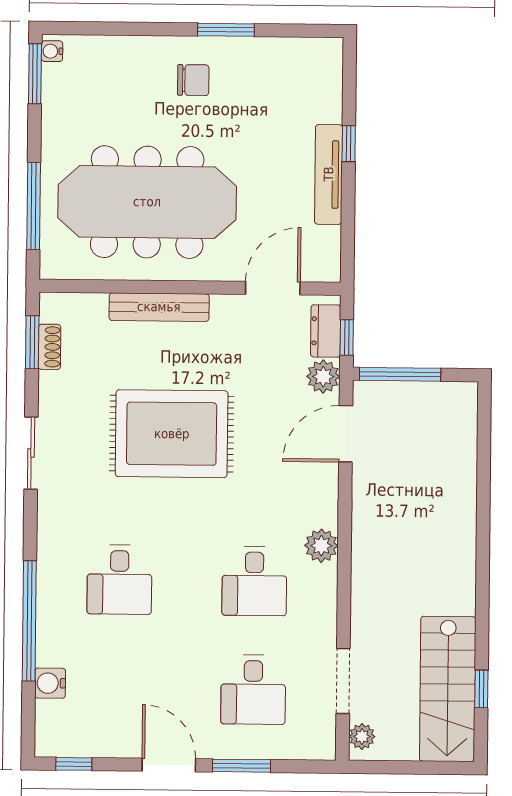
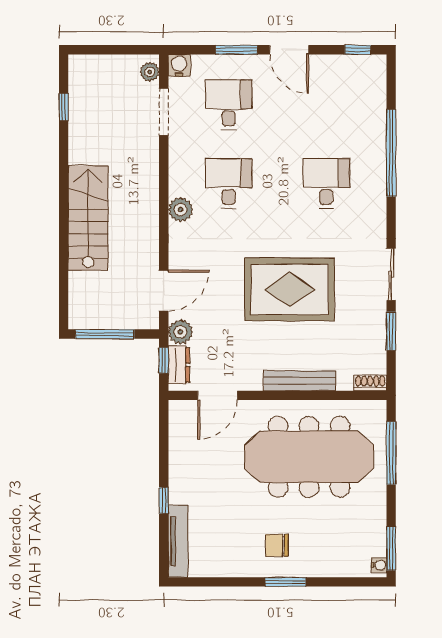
window: (226, 30) -> (285, 582), moved
tv unit: (329, 174) -> (178, 541), moved
window: (32, 342) -> (391, 331), moved
shoe rack: (49, 347) -> (370, 383), moved, turned 90
window: (400, 374) -> (105, 334), moved
water cooler: (50, 683) -> (179, 65), moved, turned -90
stairs: (448, 689) -> (88, 218), moved

